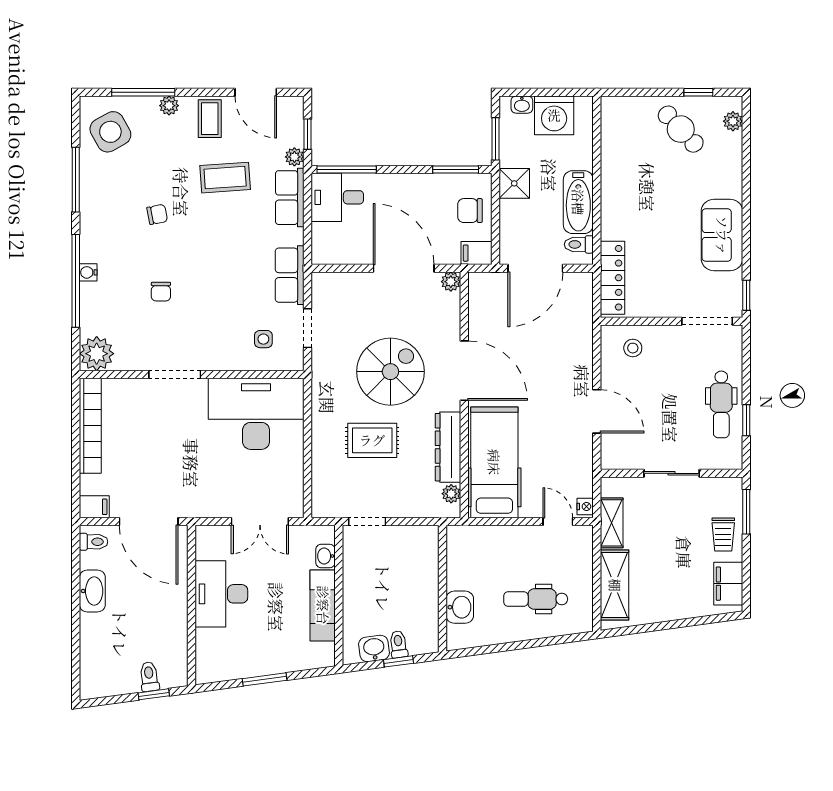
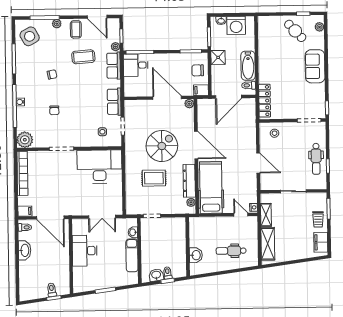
sofa: (722, 235) -> (315, 66), moved

